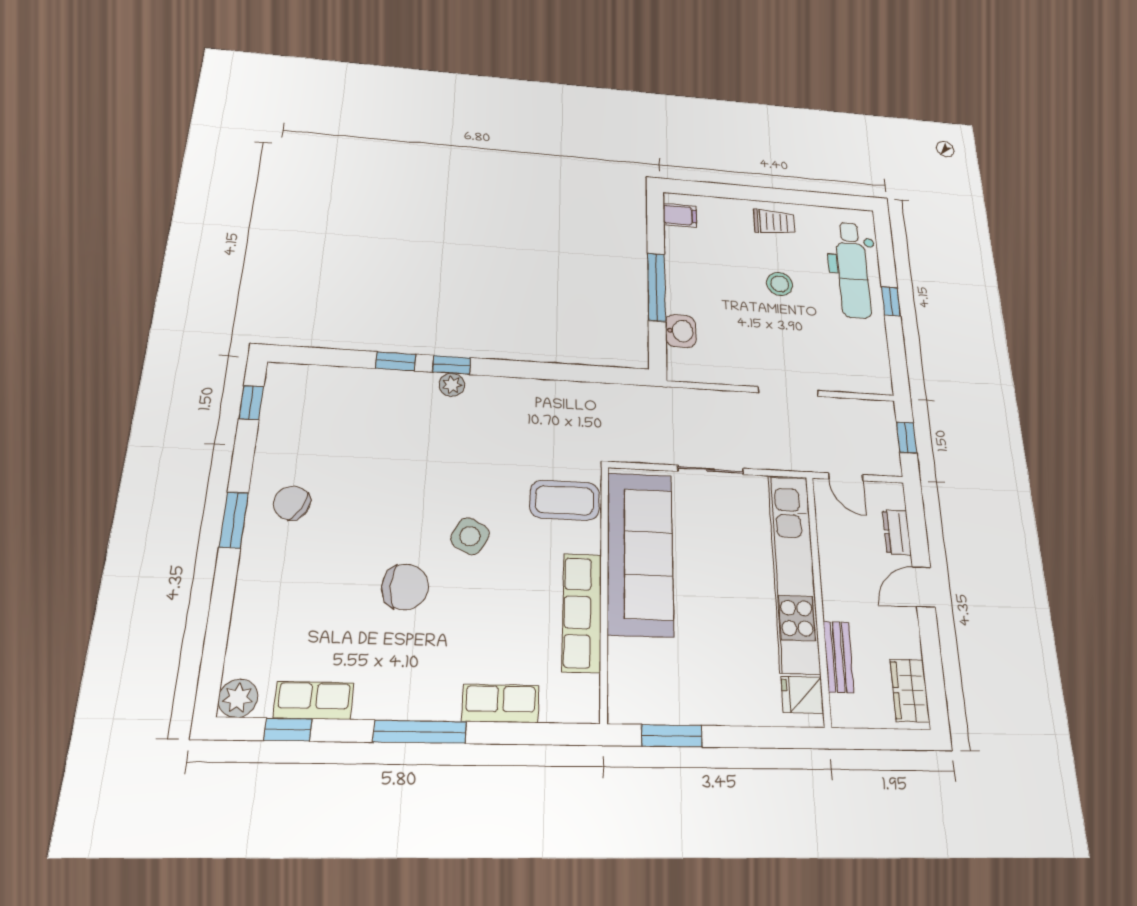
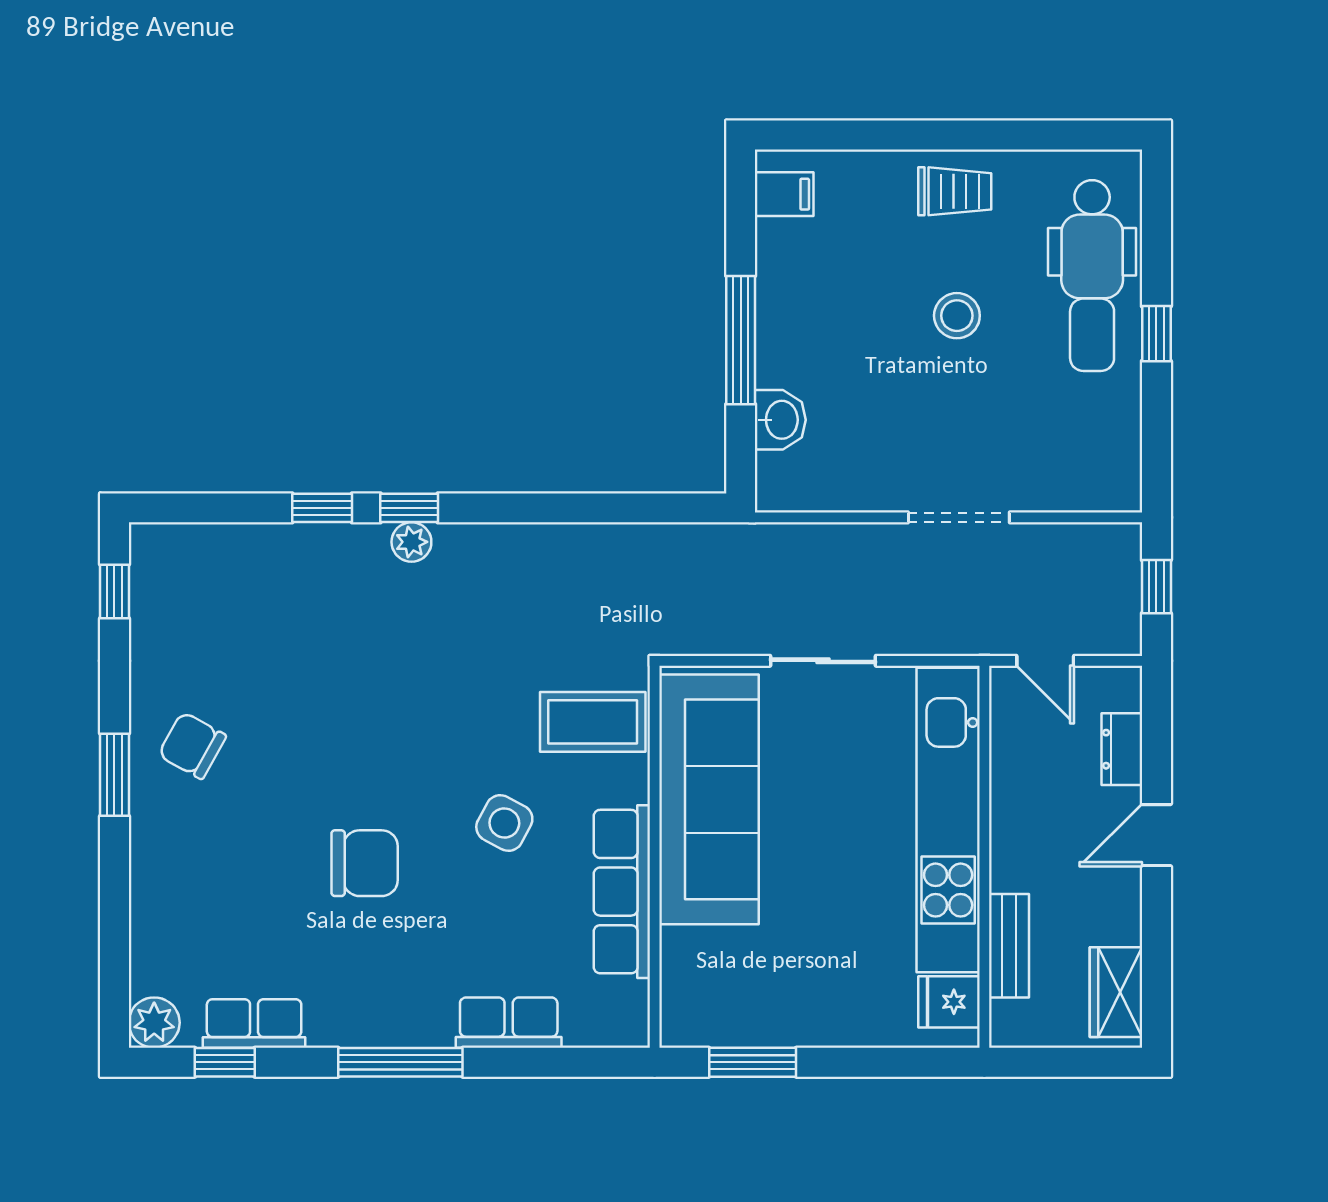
side table: (470, 536) -> (504, 823), moved

